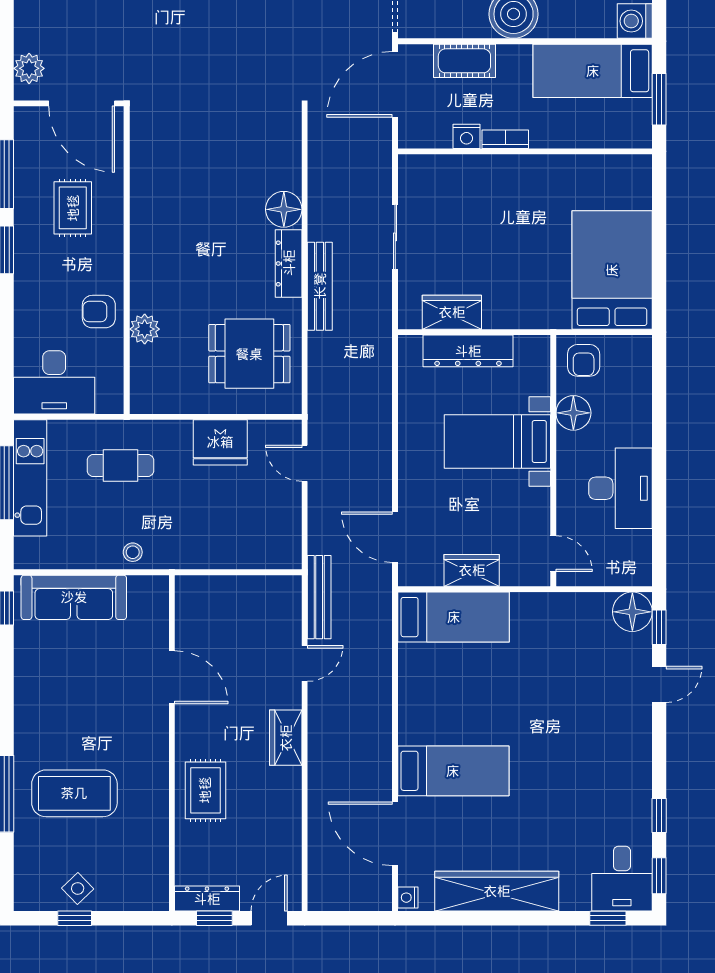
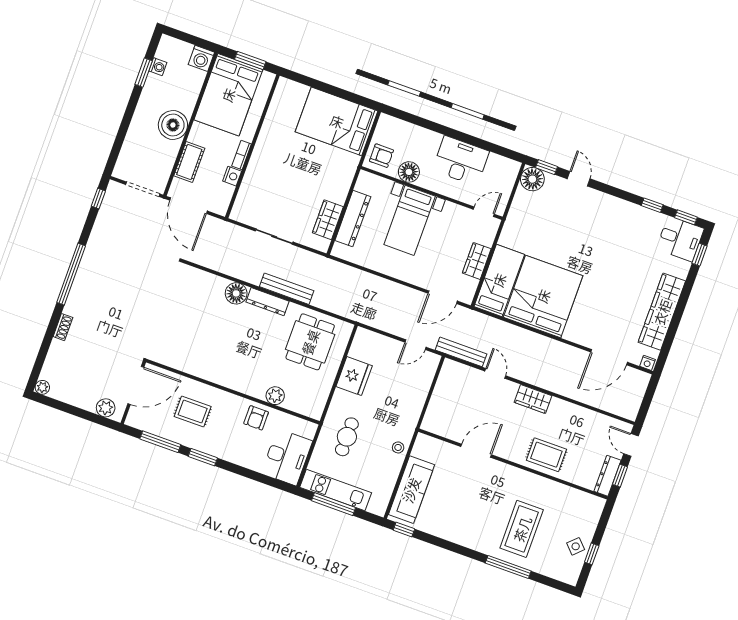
bed: (593, 71) -> (228, 95), width x1.50
door: (305, 463) -> (415, 345), moved
bed: (453, 771) -> (543, 296), moved, width x2.04

